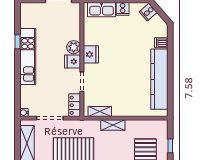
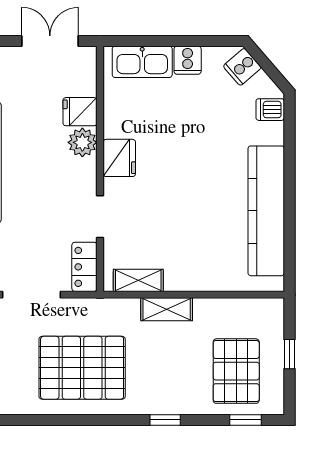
dishwasher: (161, 43) -> (270, 110), moved
fridge: (73, 62) -> (80, 112), moved

